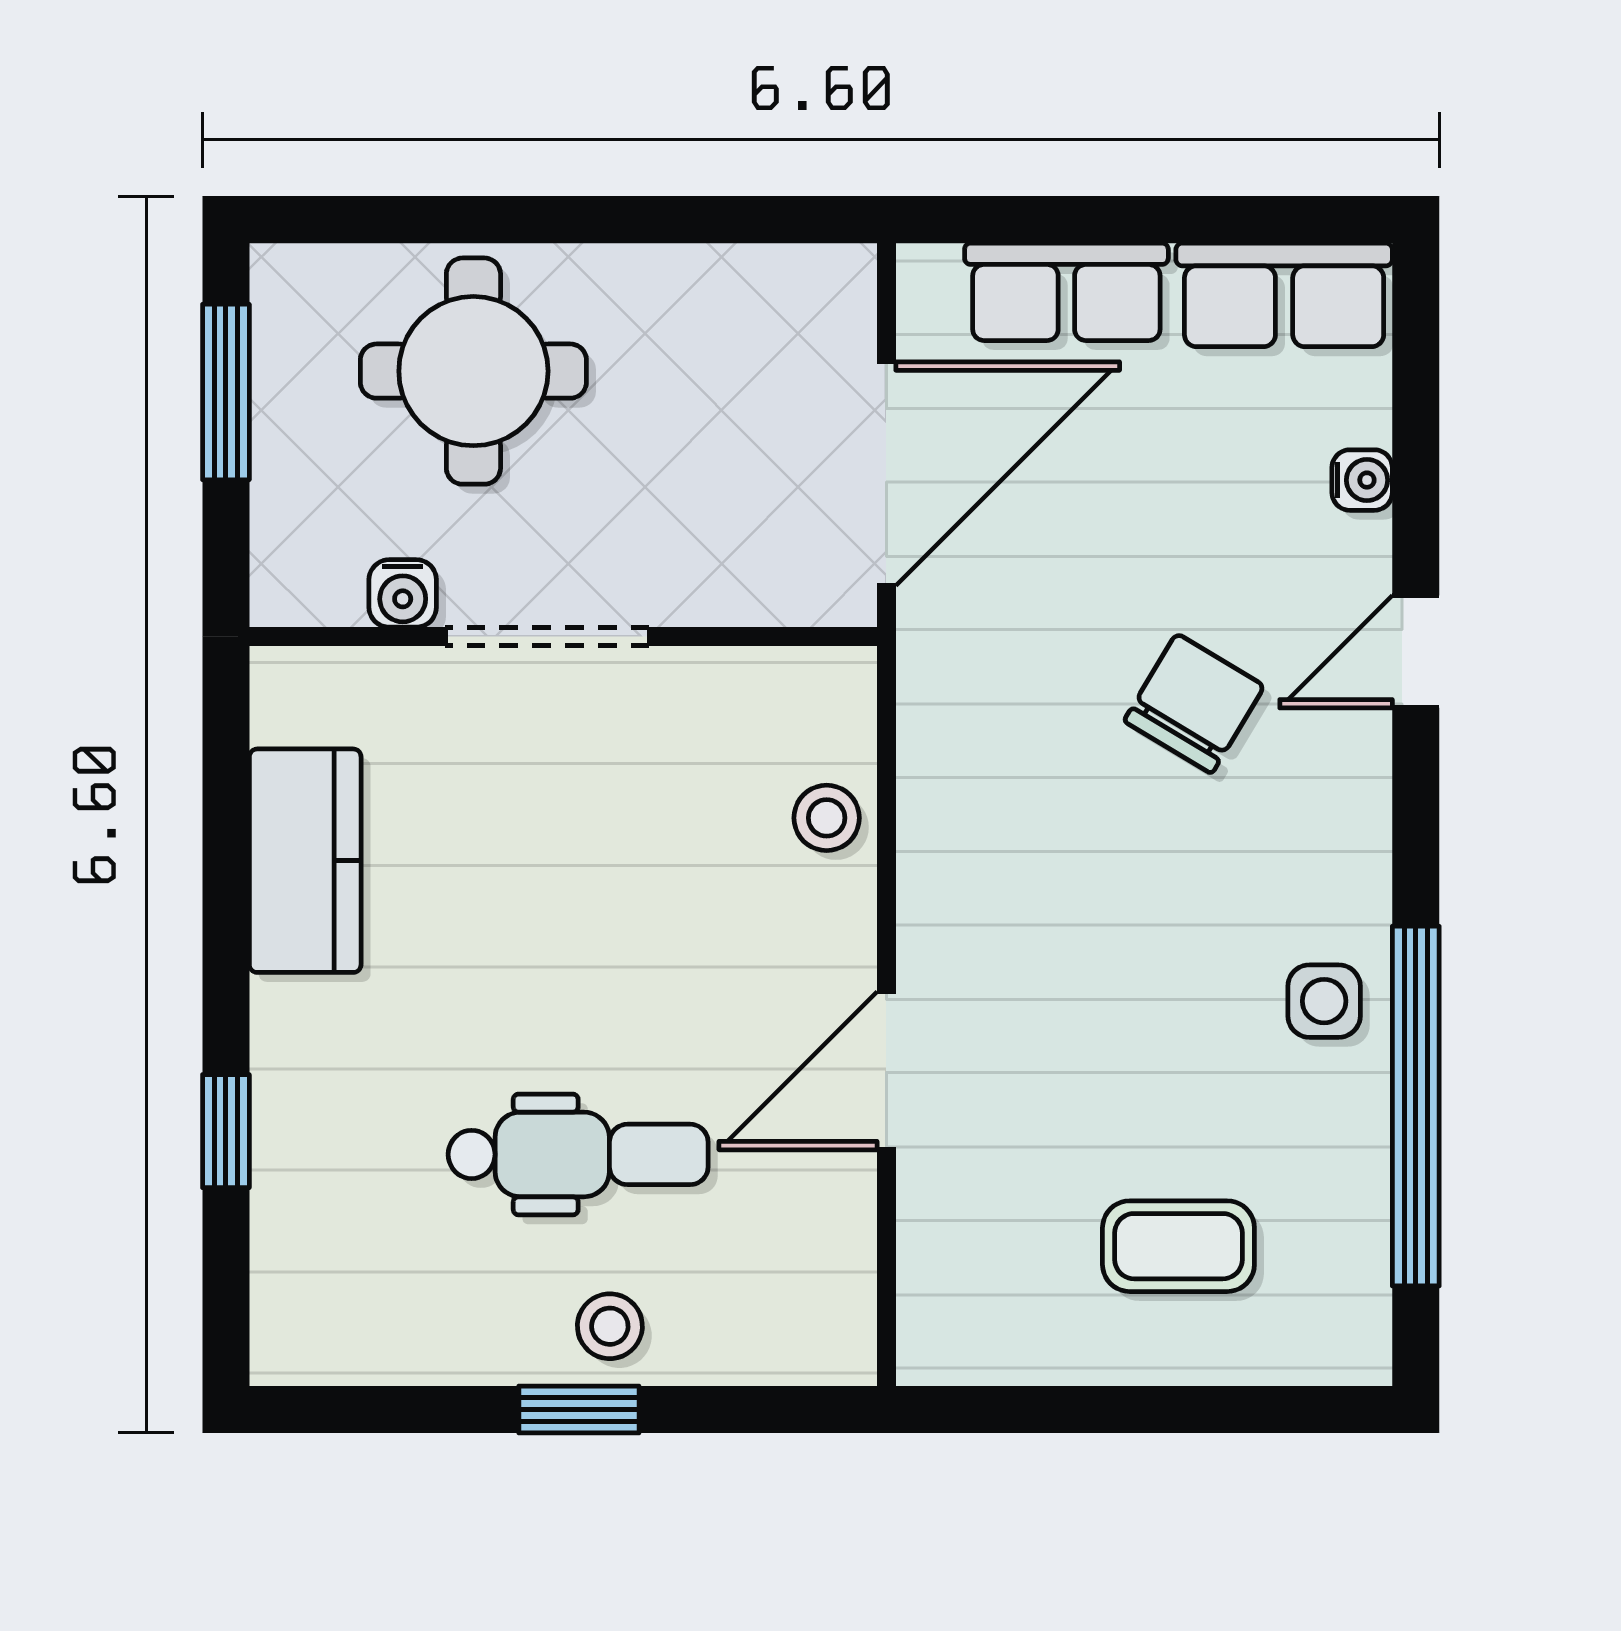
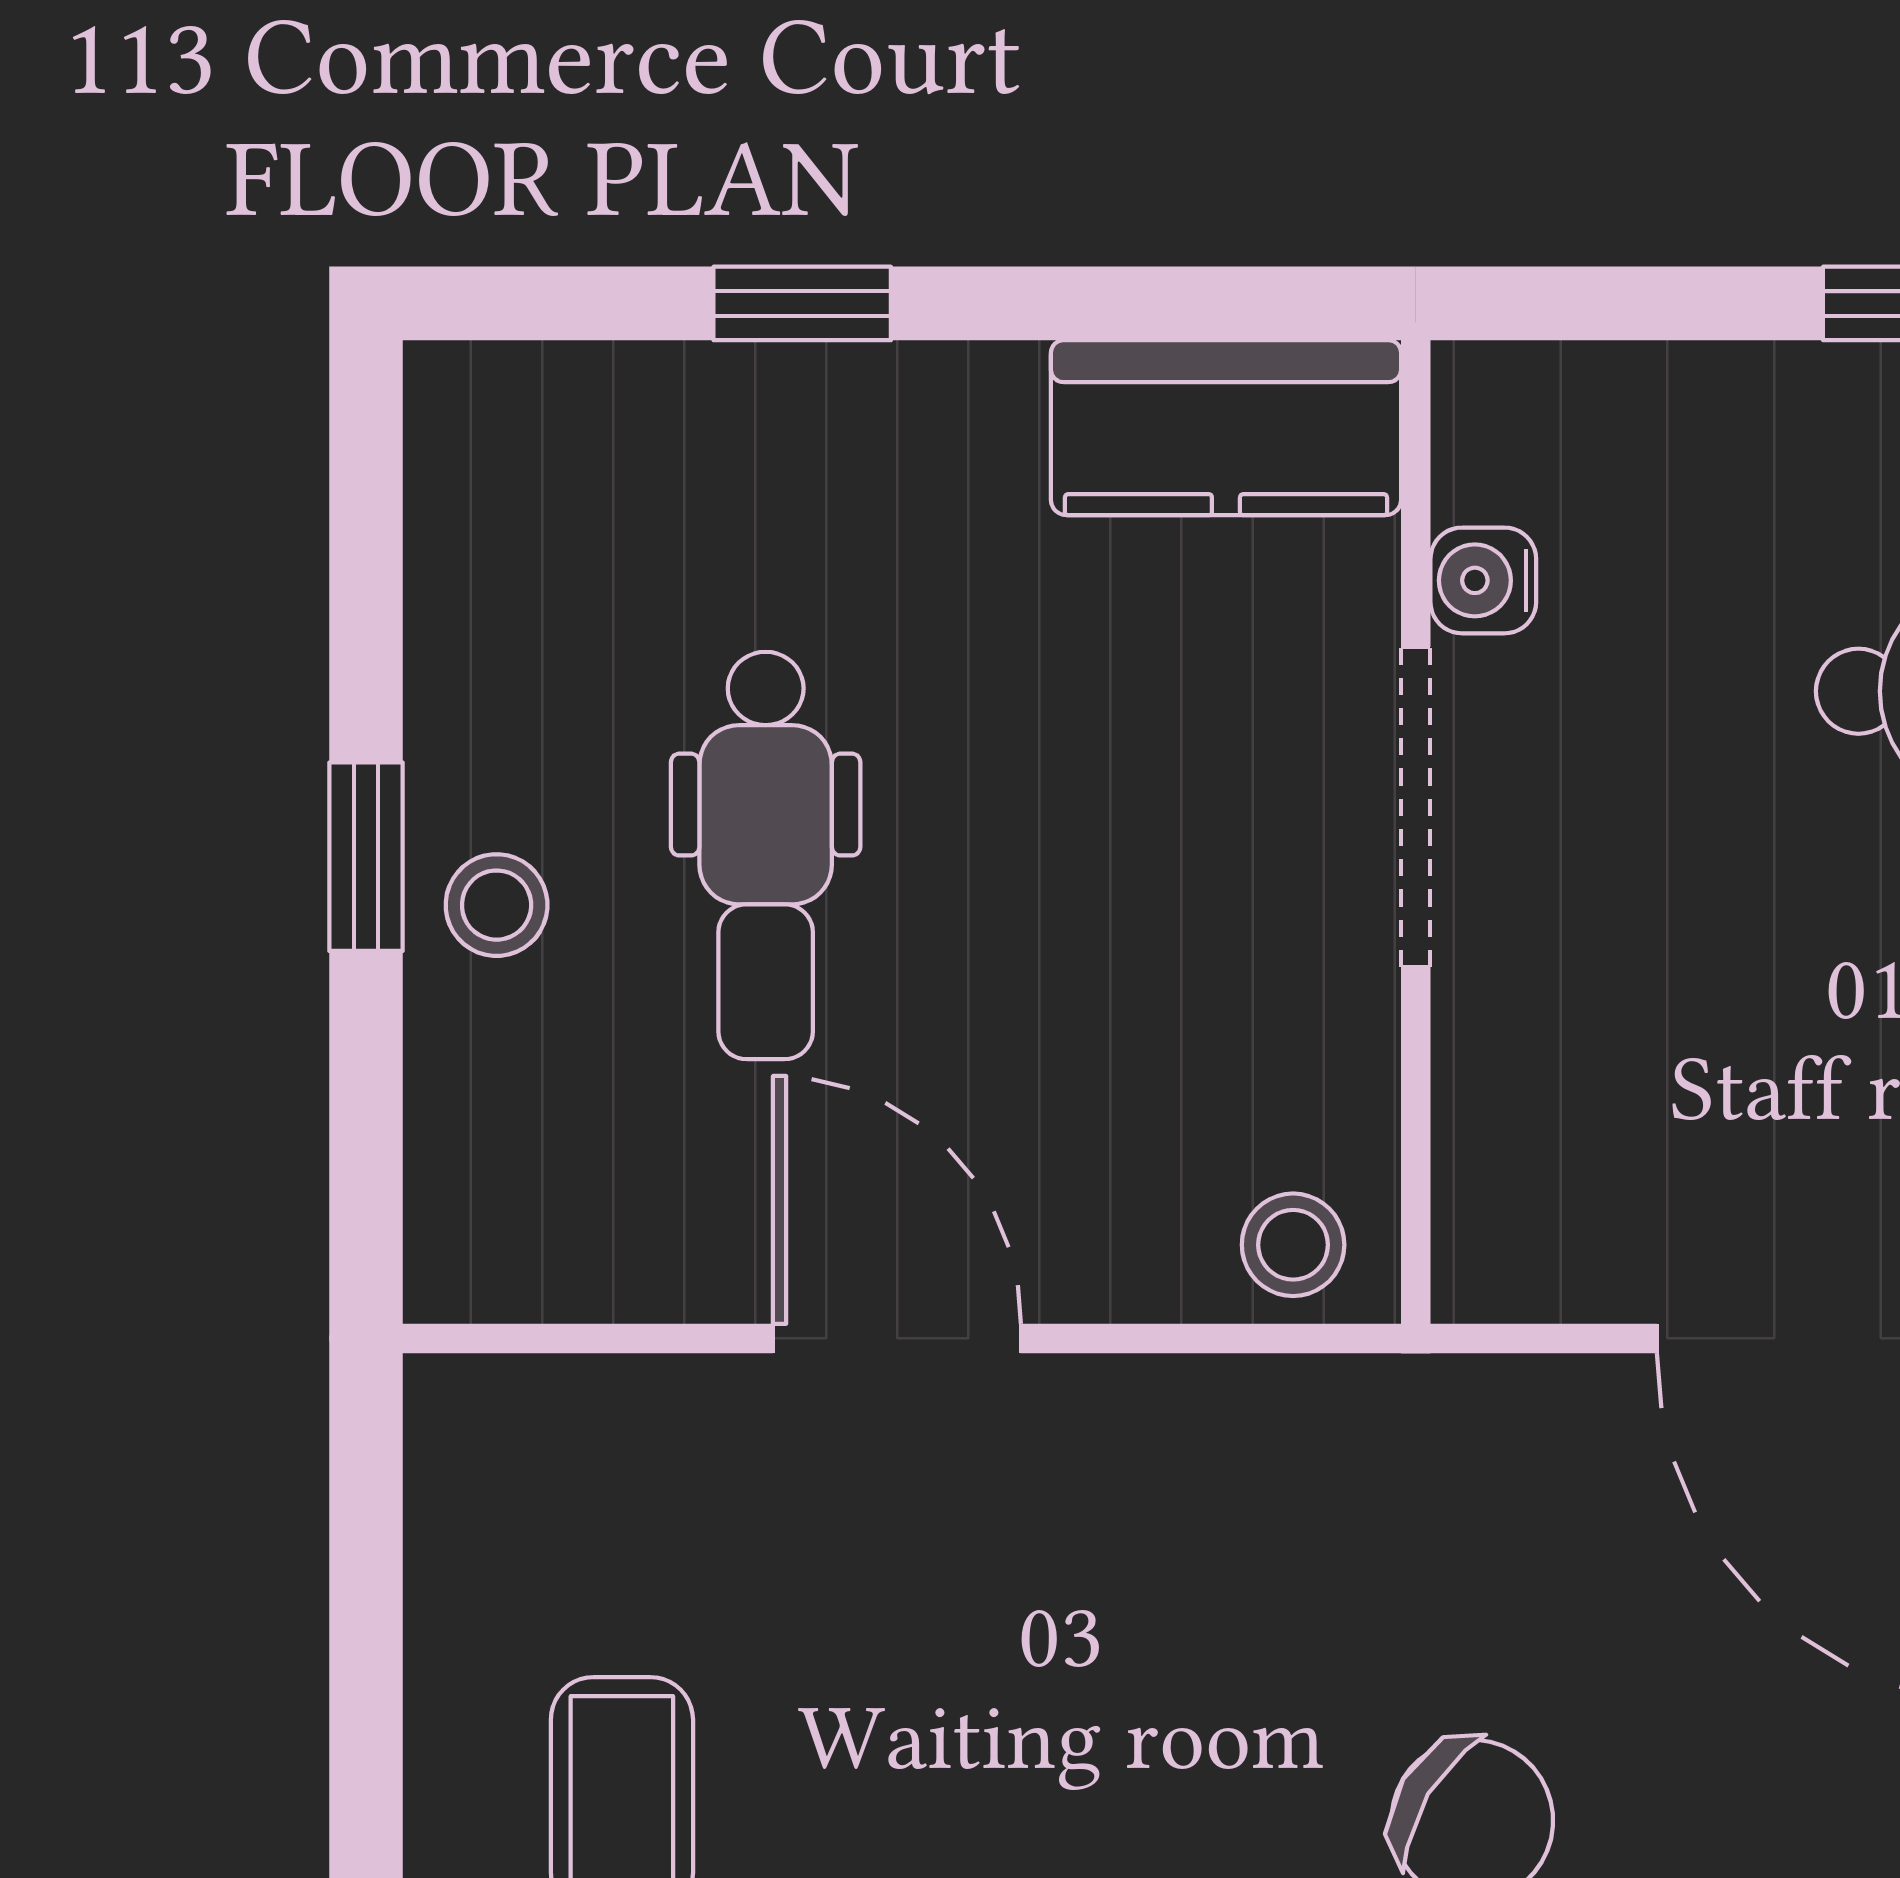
water cooler: (403, 593) -> (1483, 580), moved
doorway: (547, 637) -> (1416, 807), moved
wall: (563, 637) -> (1416, 832), moved

